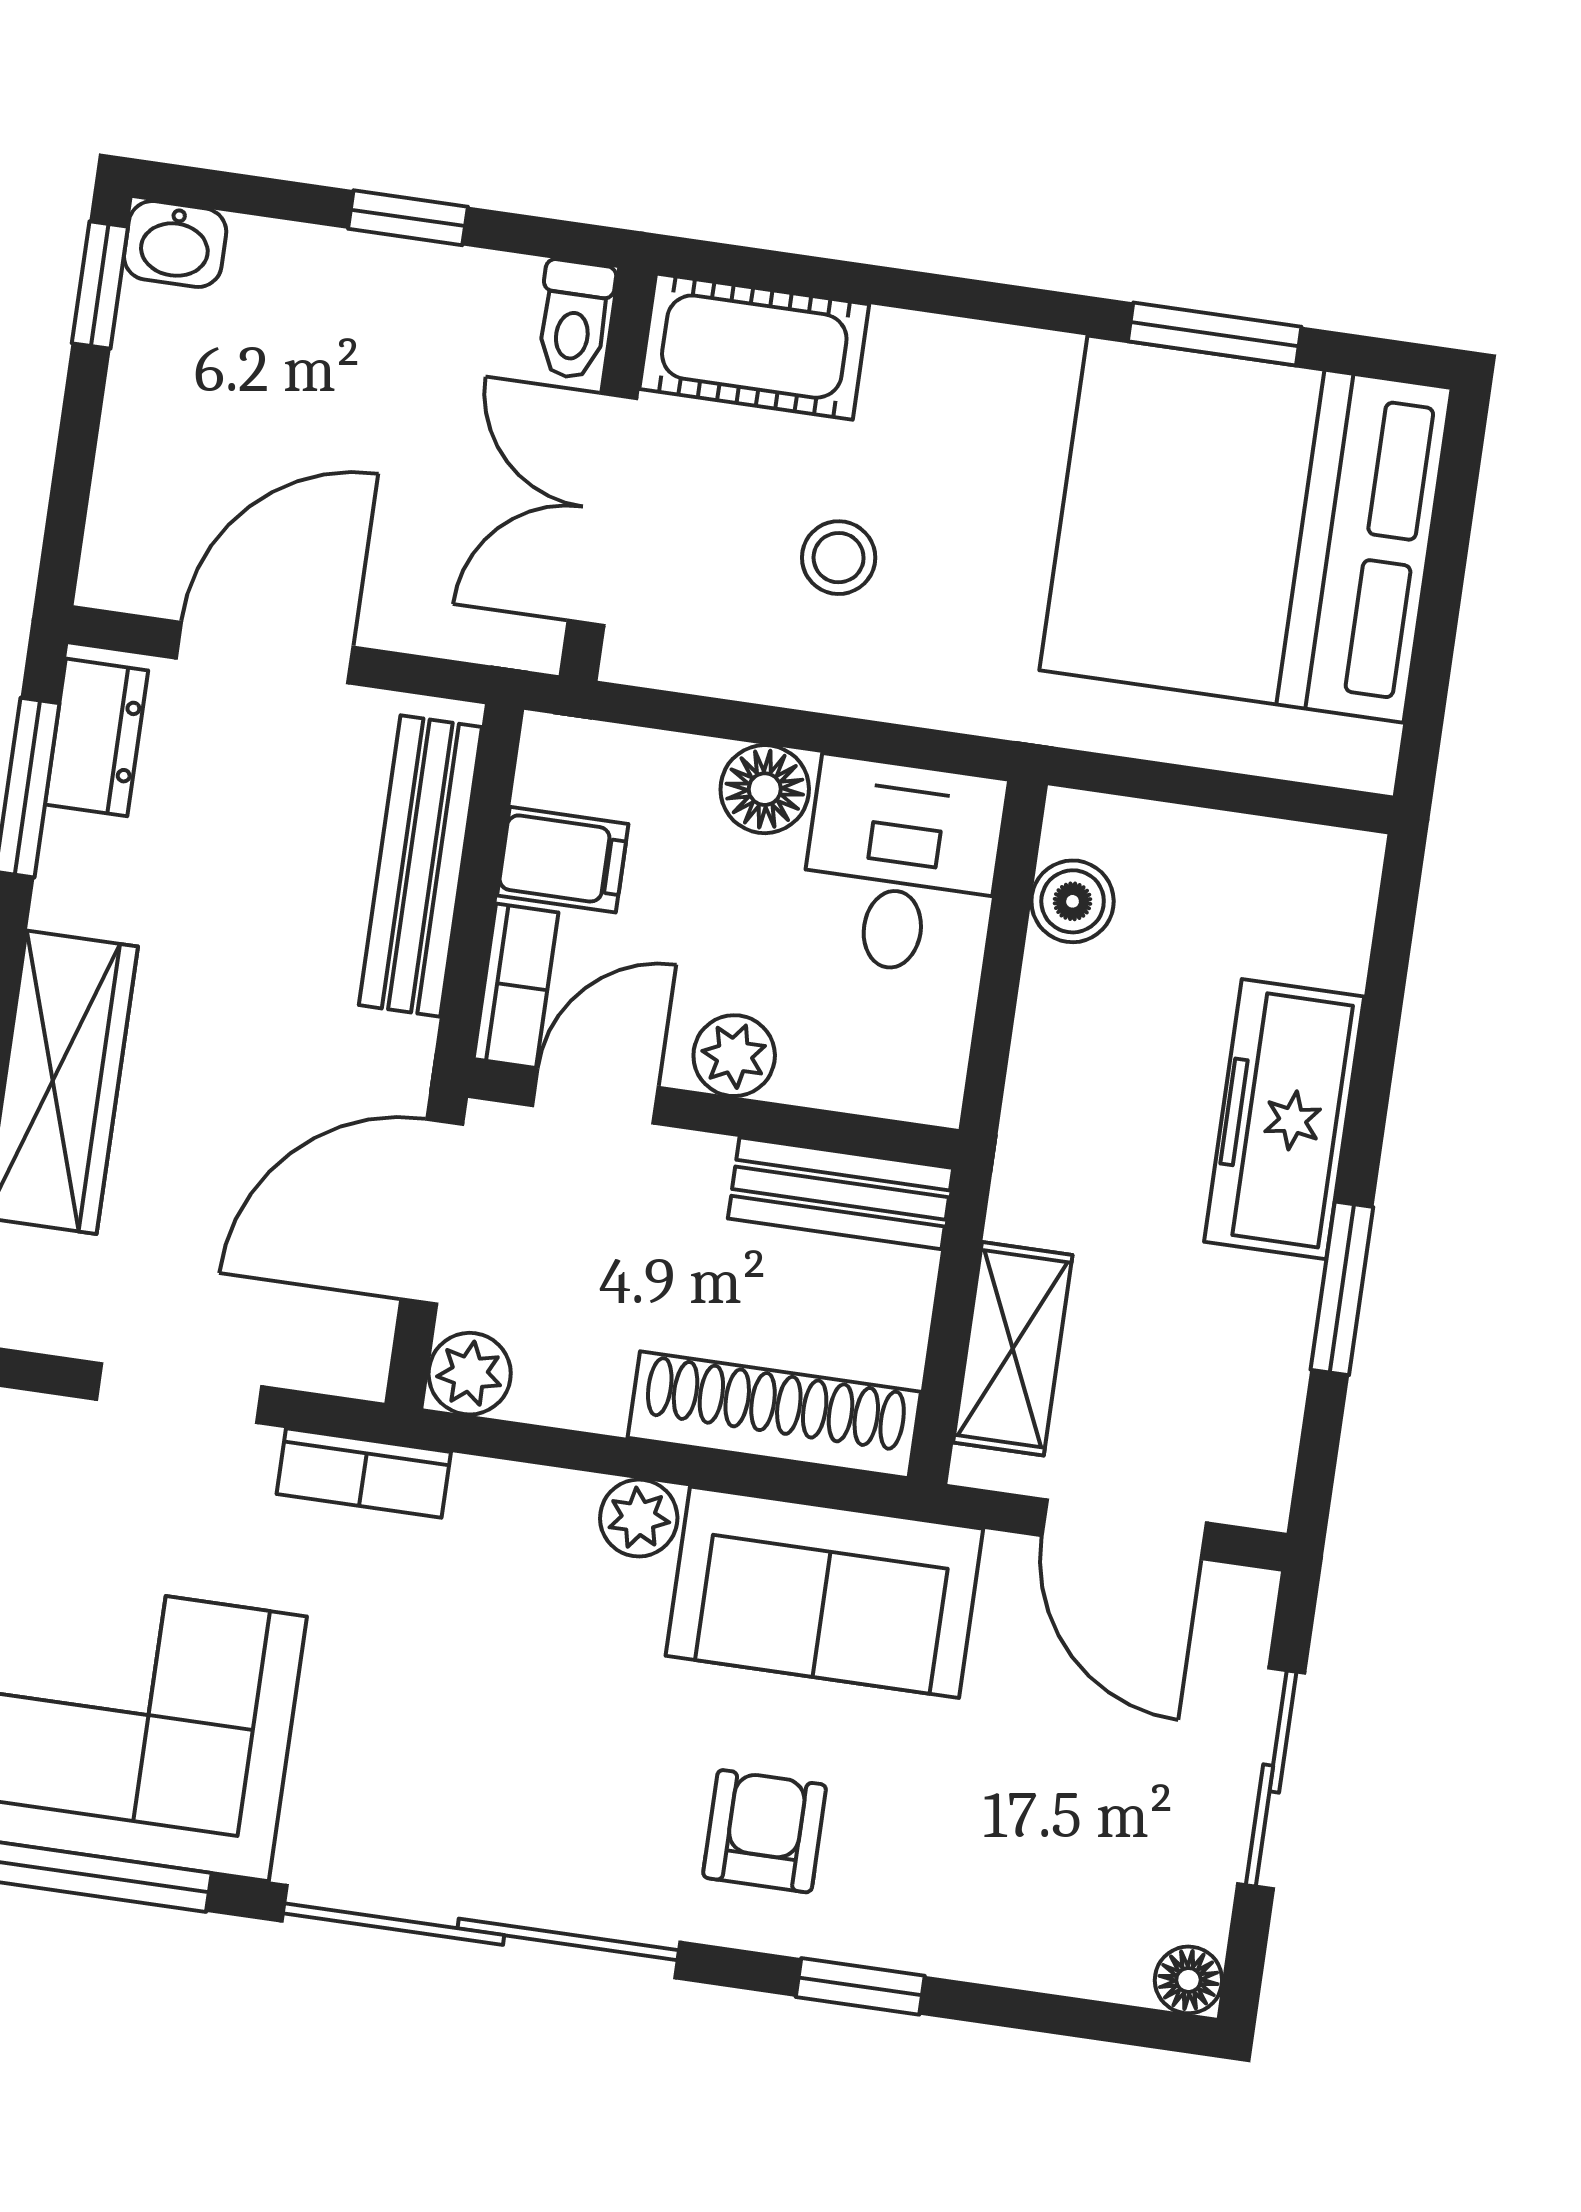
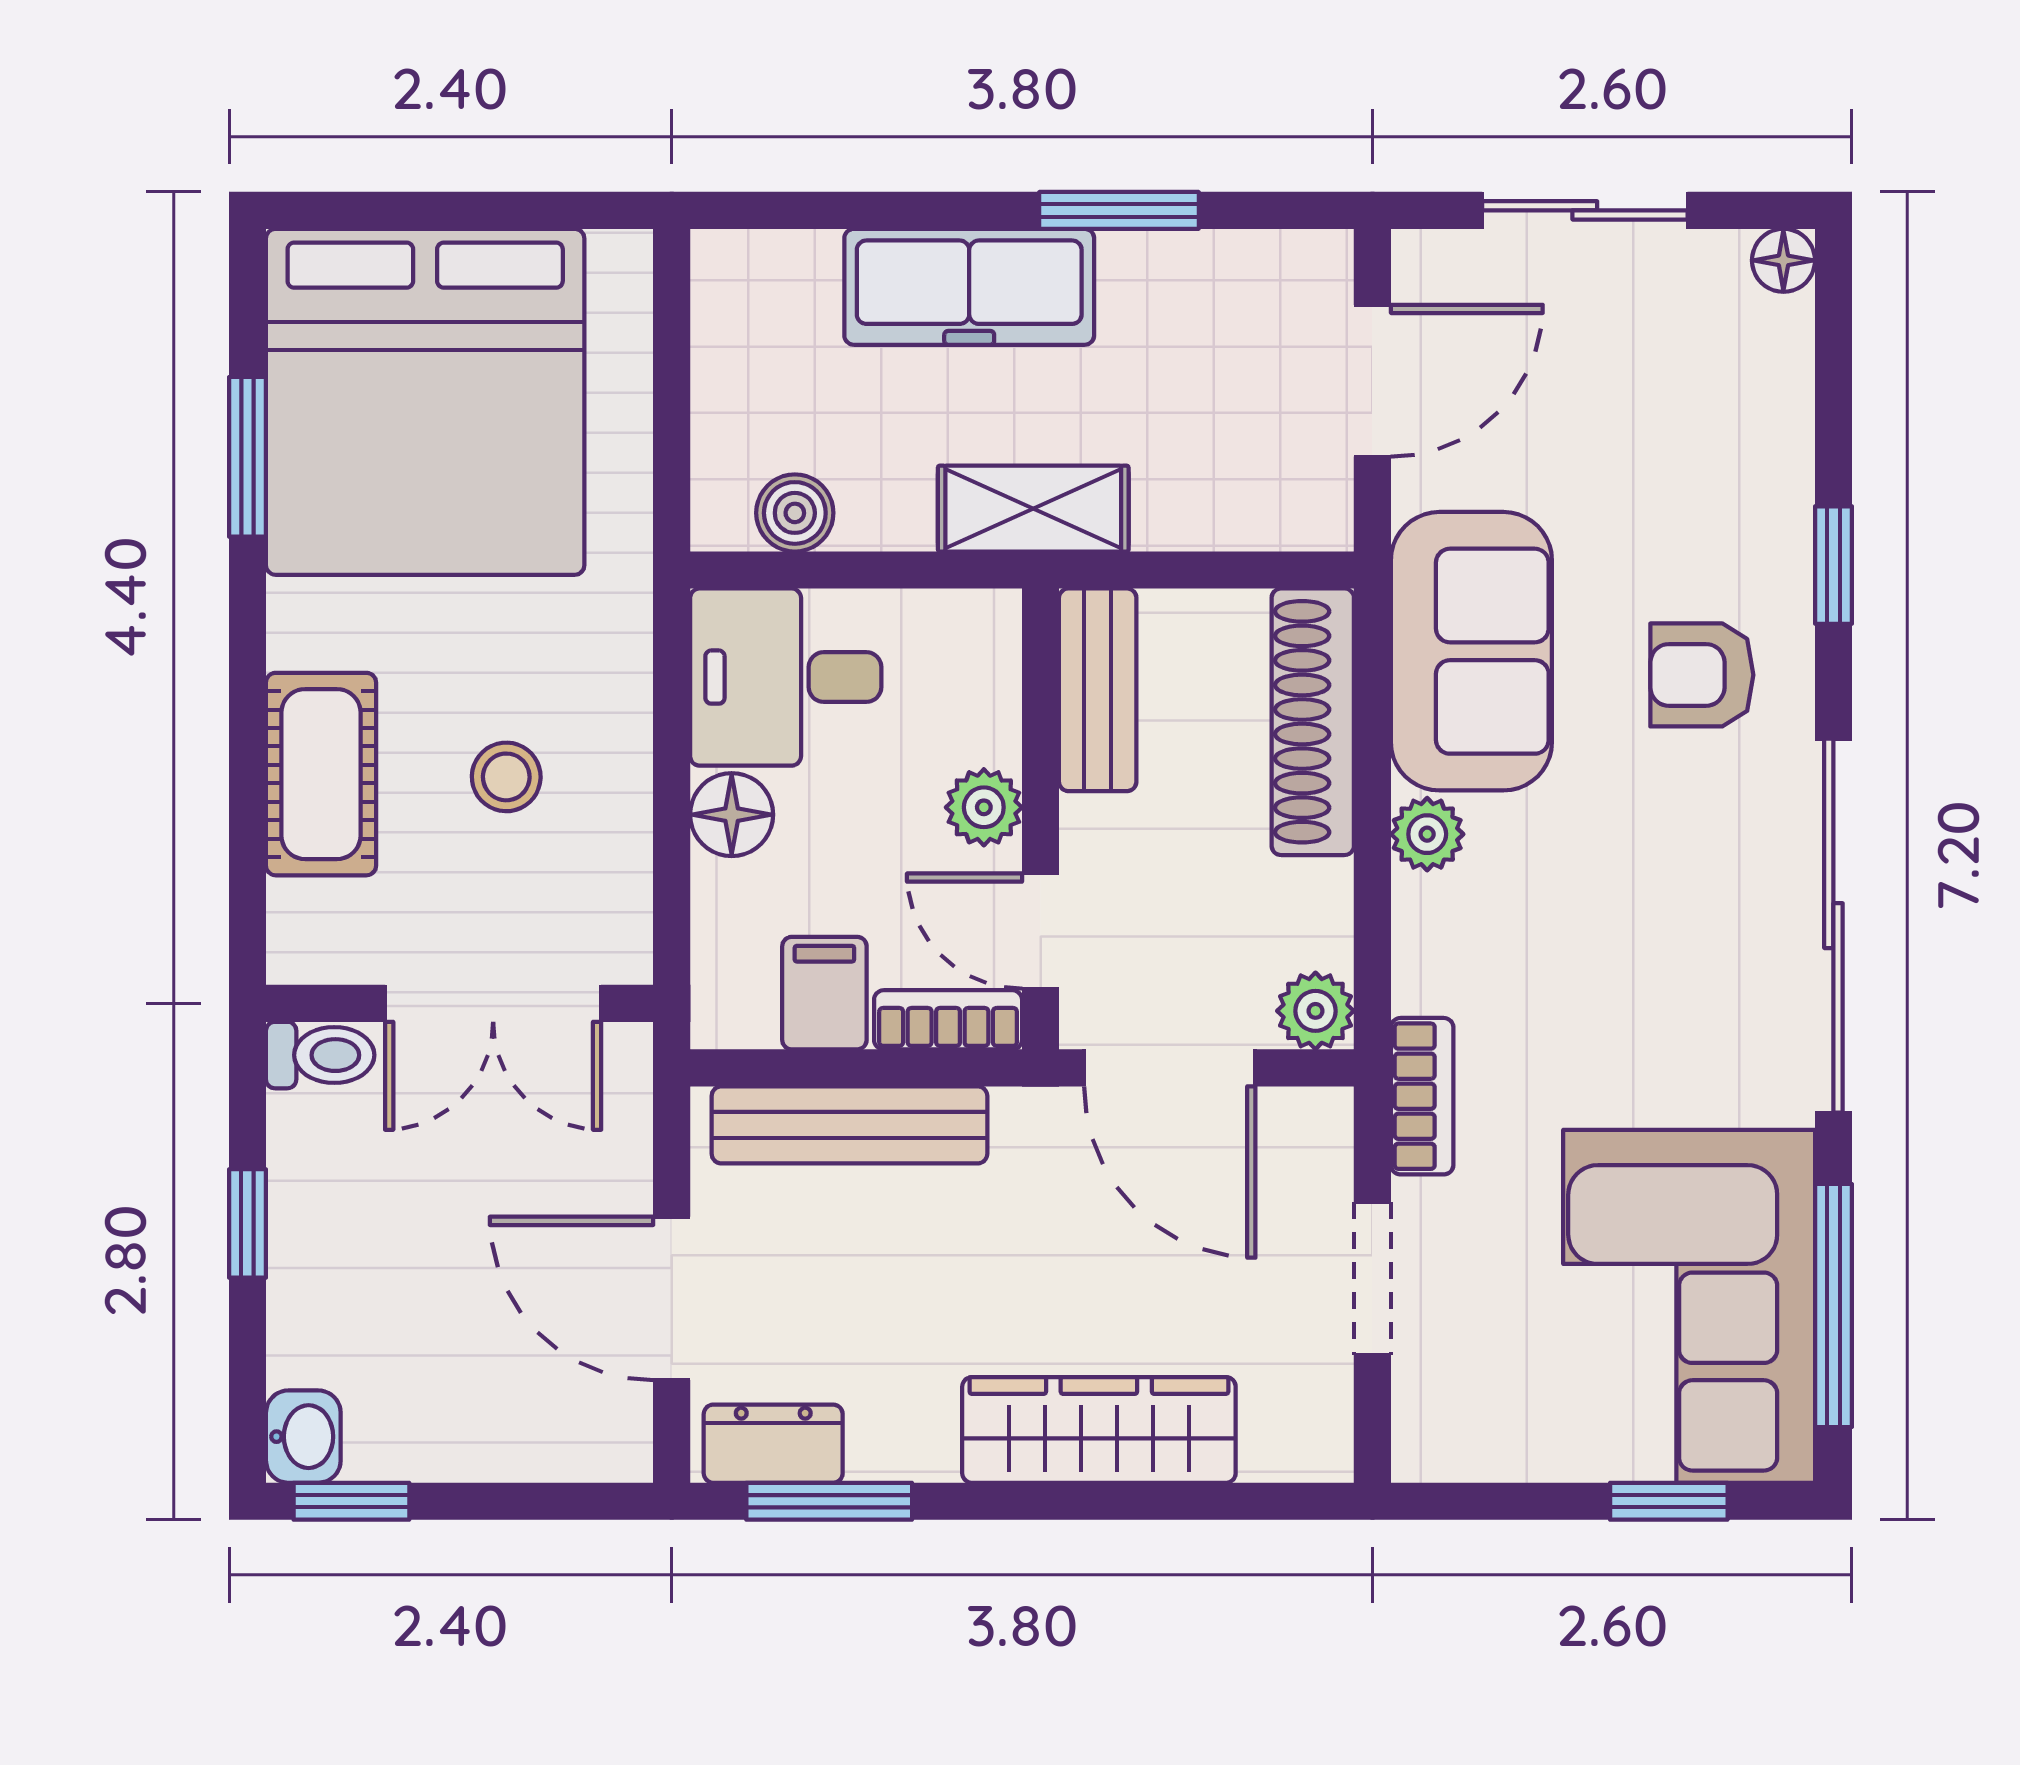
cot: (754, 347) -> (321, 774), moved
shelving: (1013, 1349) -> (1033, 509), moved

